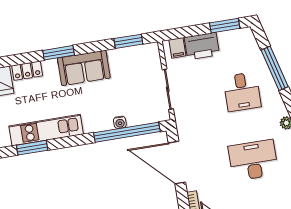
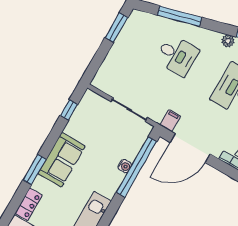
window: (128, 41) -> (69, 110), width x0.67
printer: (202, 46) -> (118, 57), removed
filing cabinet: (177, 48) -> (170, 120), moved, turned -90

